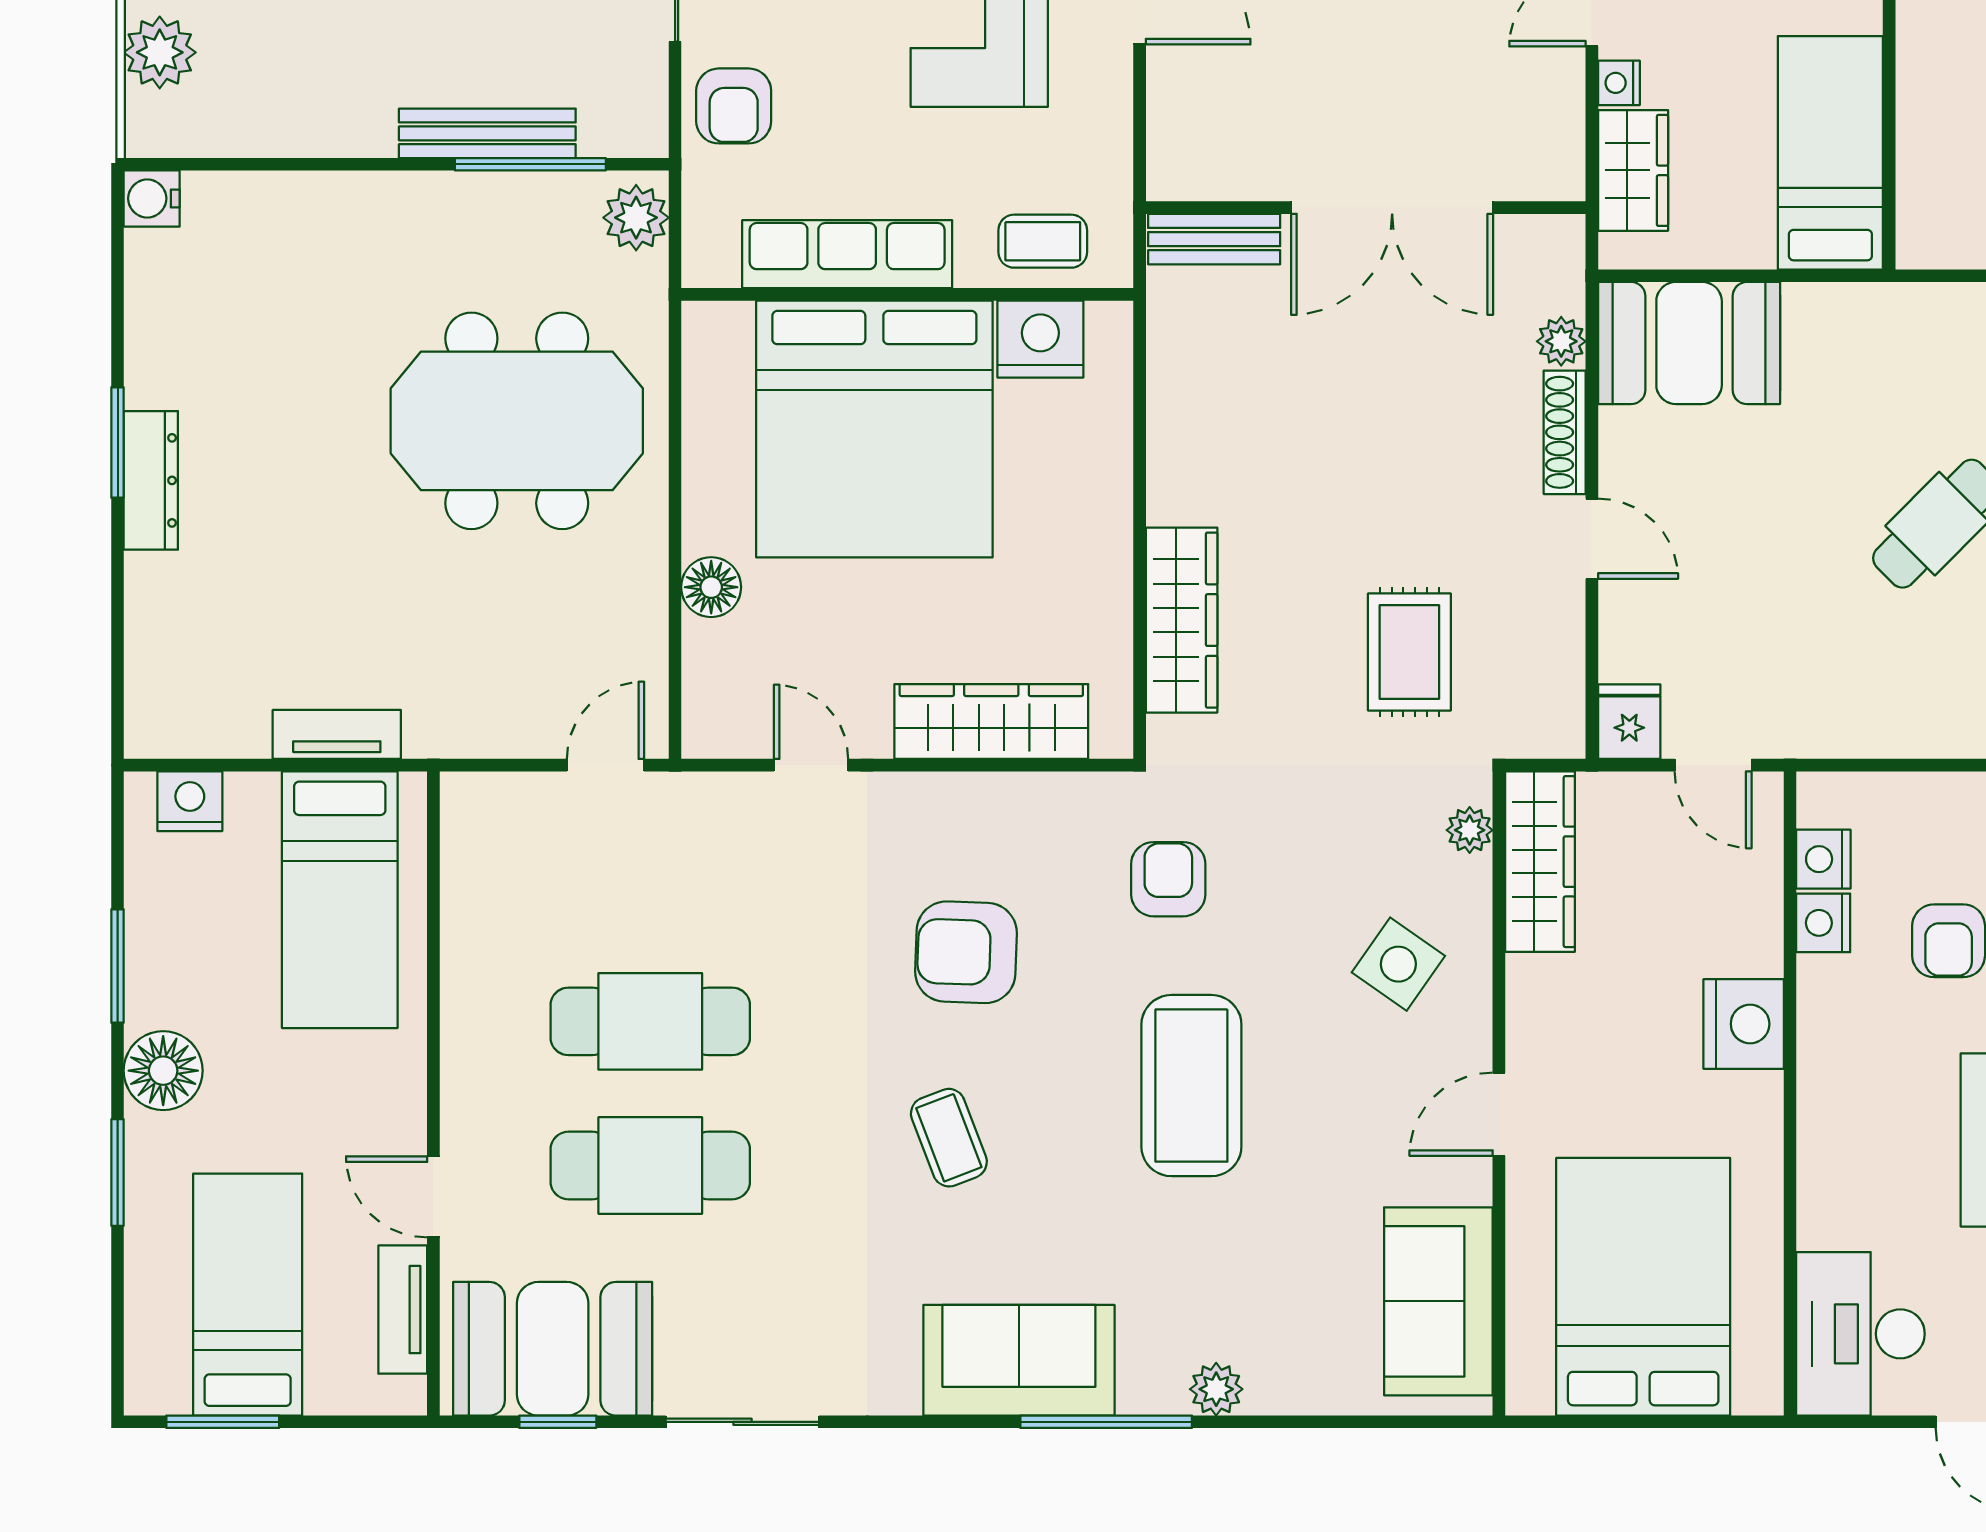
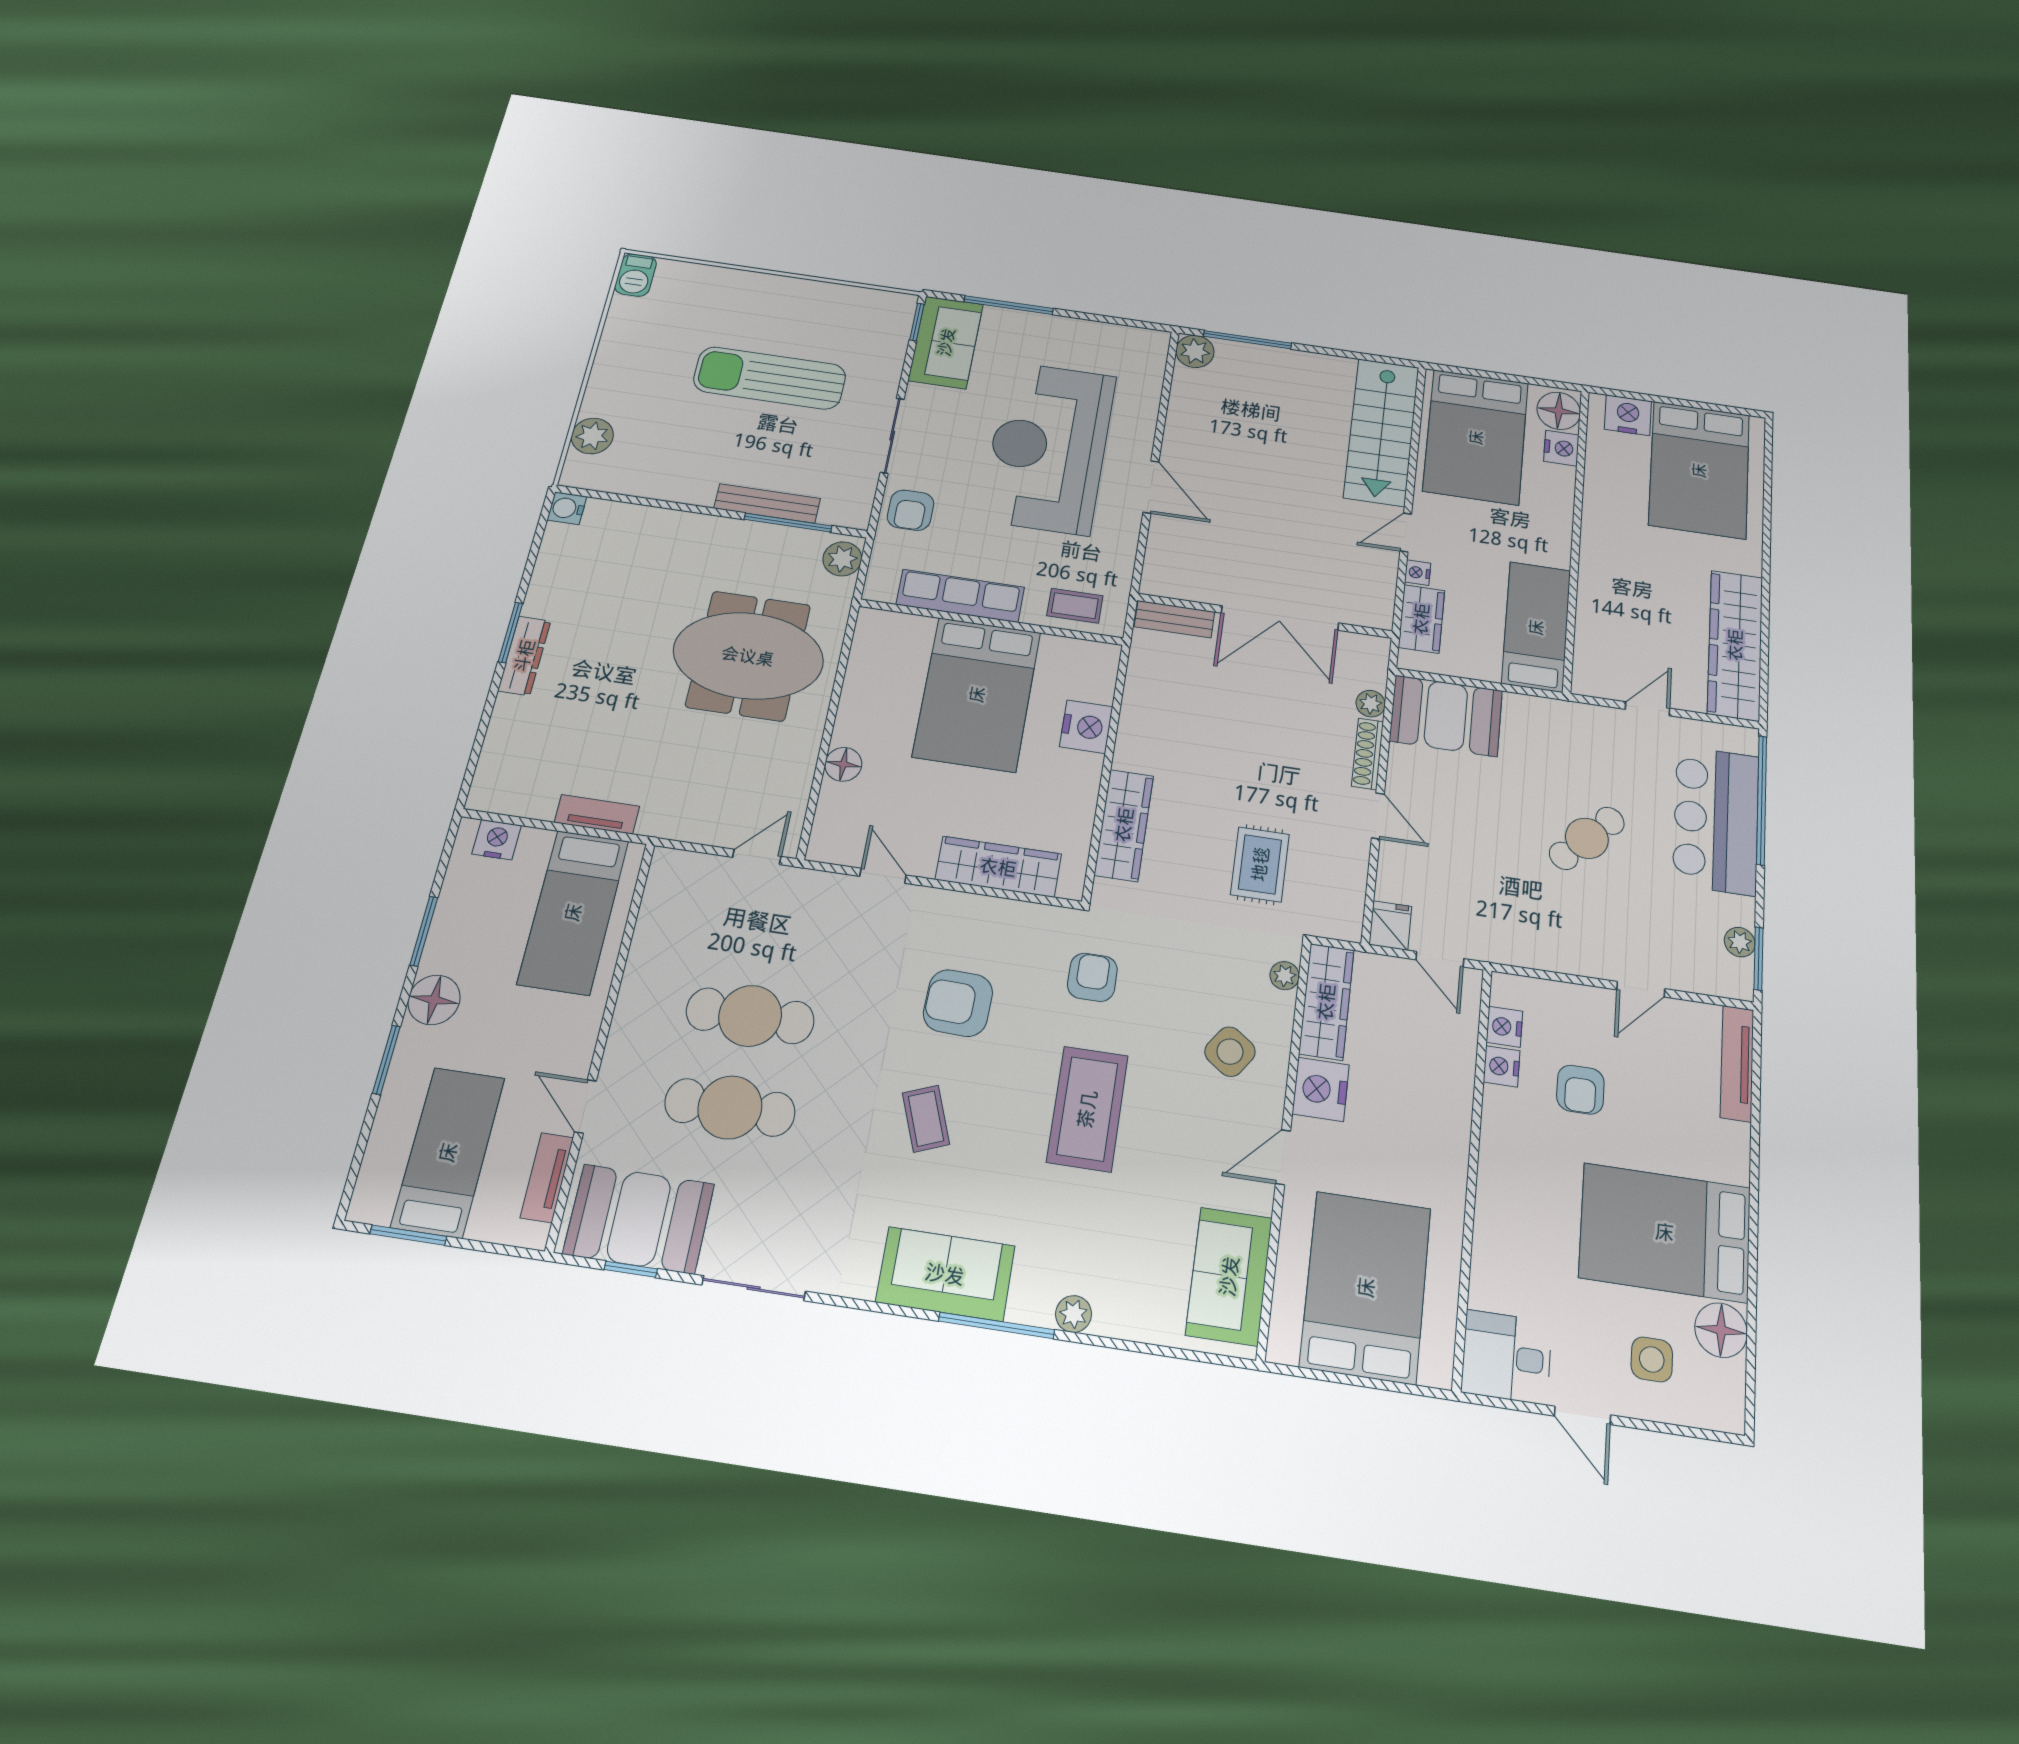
nightstand: (1040, 339) -> (1086, 727), moved, turned 90
bed: (874, 429) -> (977, 694), width x0.73
nightstand: (1744, 1024) -> (1321, 1089), moved, turned 180
desk: (1860, 1334) -> (1507, 1357), width x0.73

